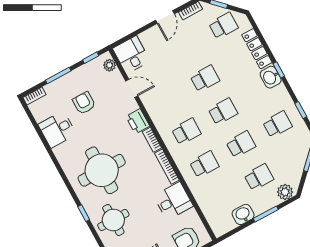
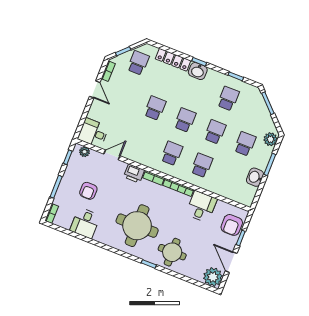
armchair: (84, 103) -> (88, 191), turned -90

